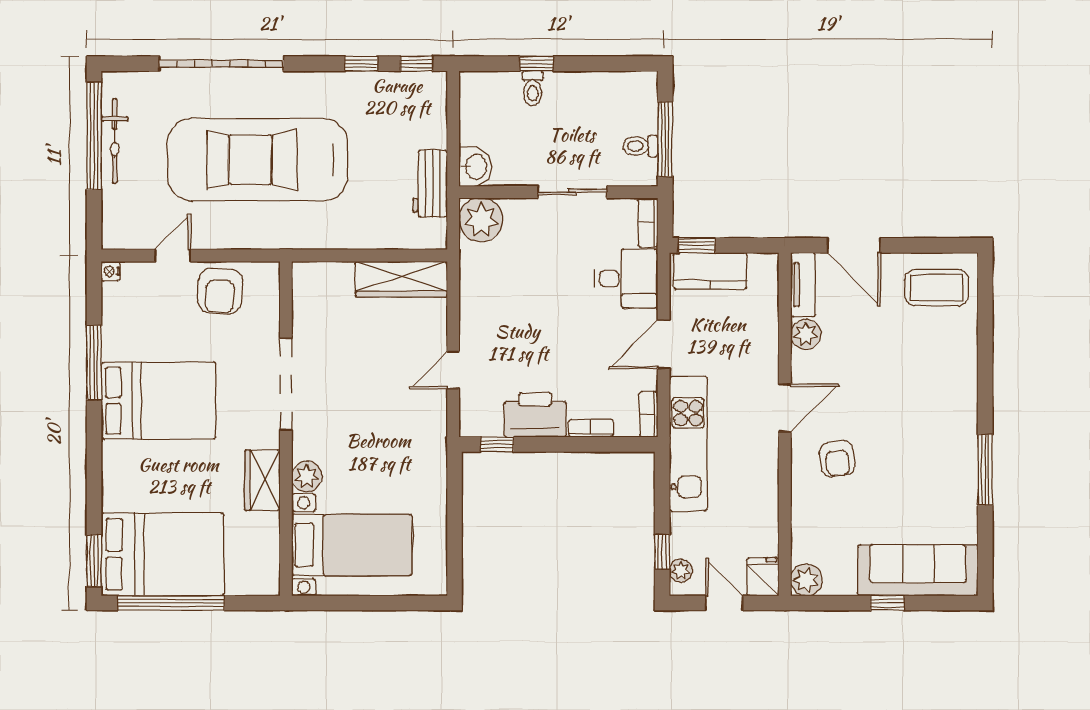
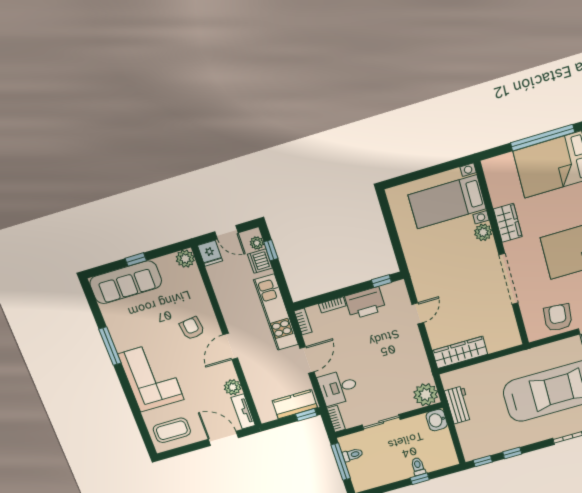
corner sofa: (937, 395) -> (151, 377), added
dishwasher: (686, 539) -> (260, 261), added

